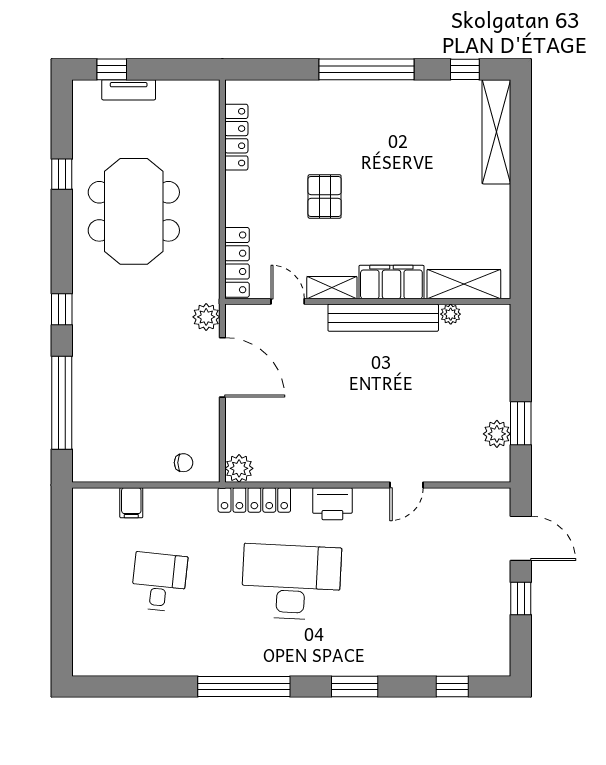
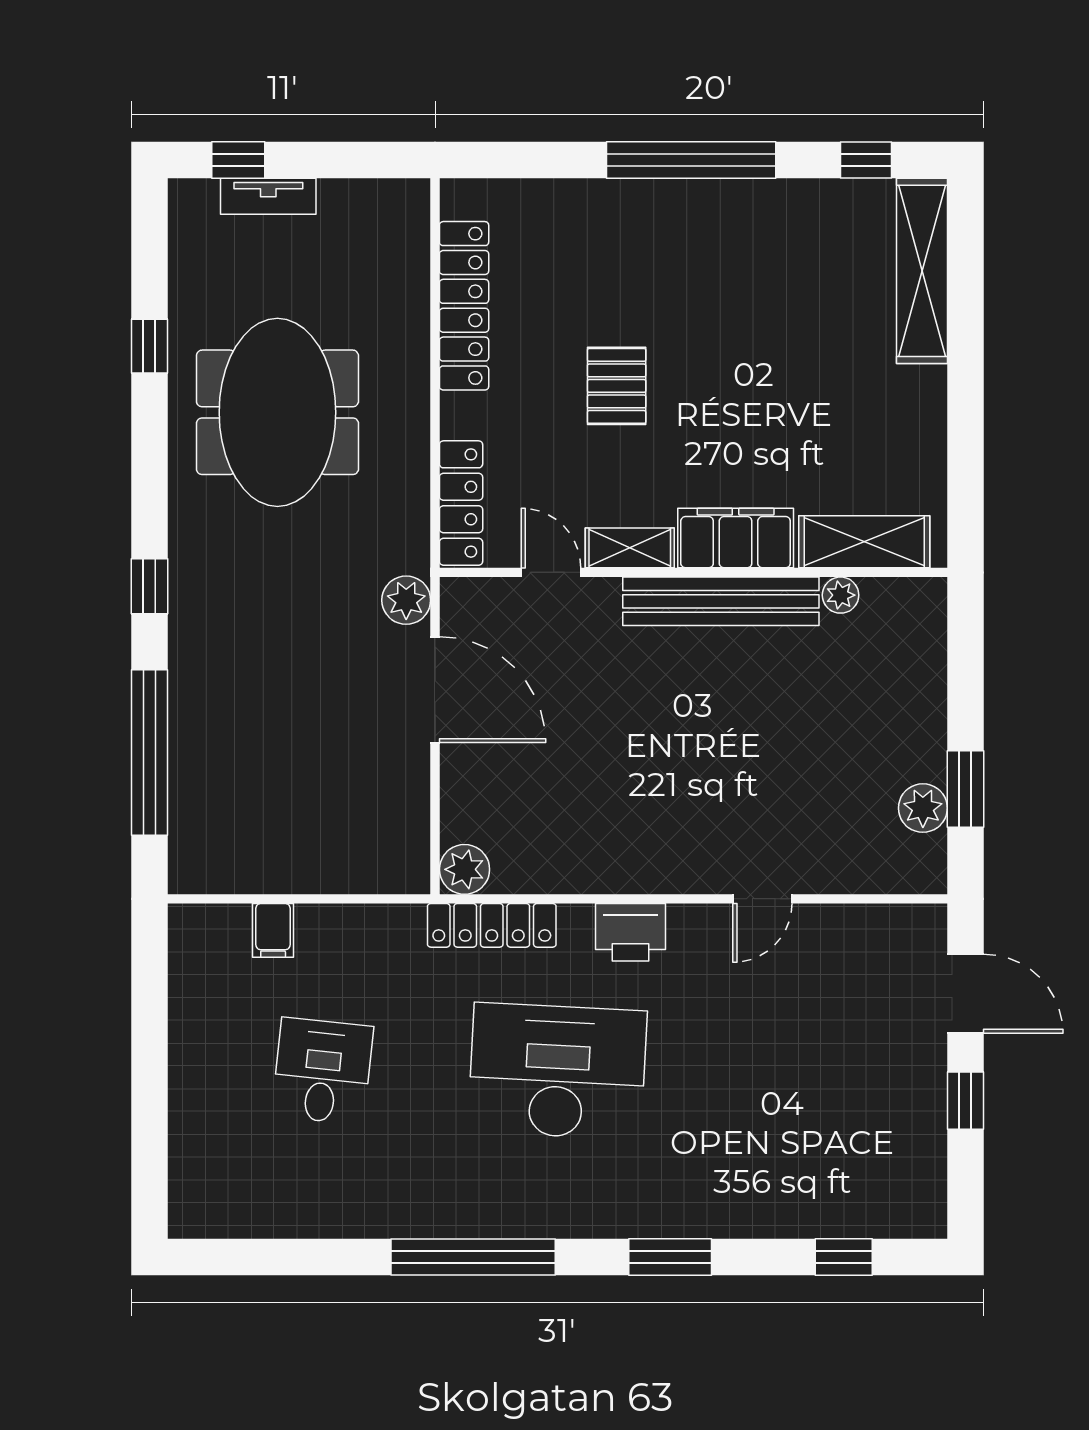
locker: (236, 137) -> (464, 306), width x1.41, depth x1.21
chair: (184, 463) -> (366, 859), removed

